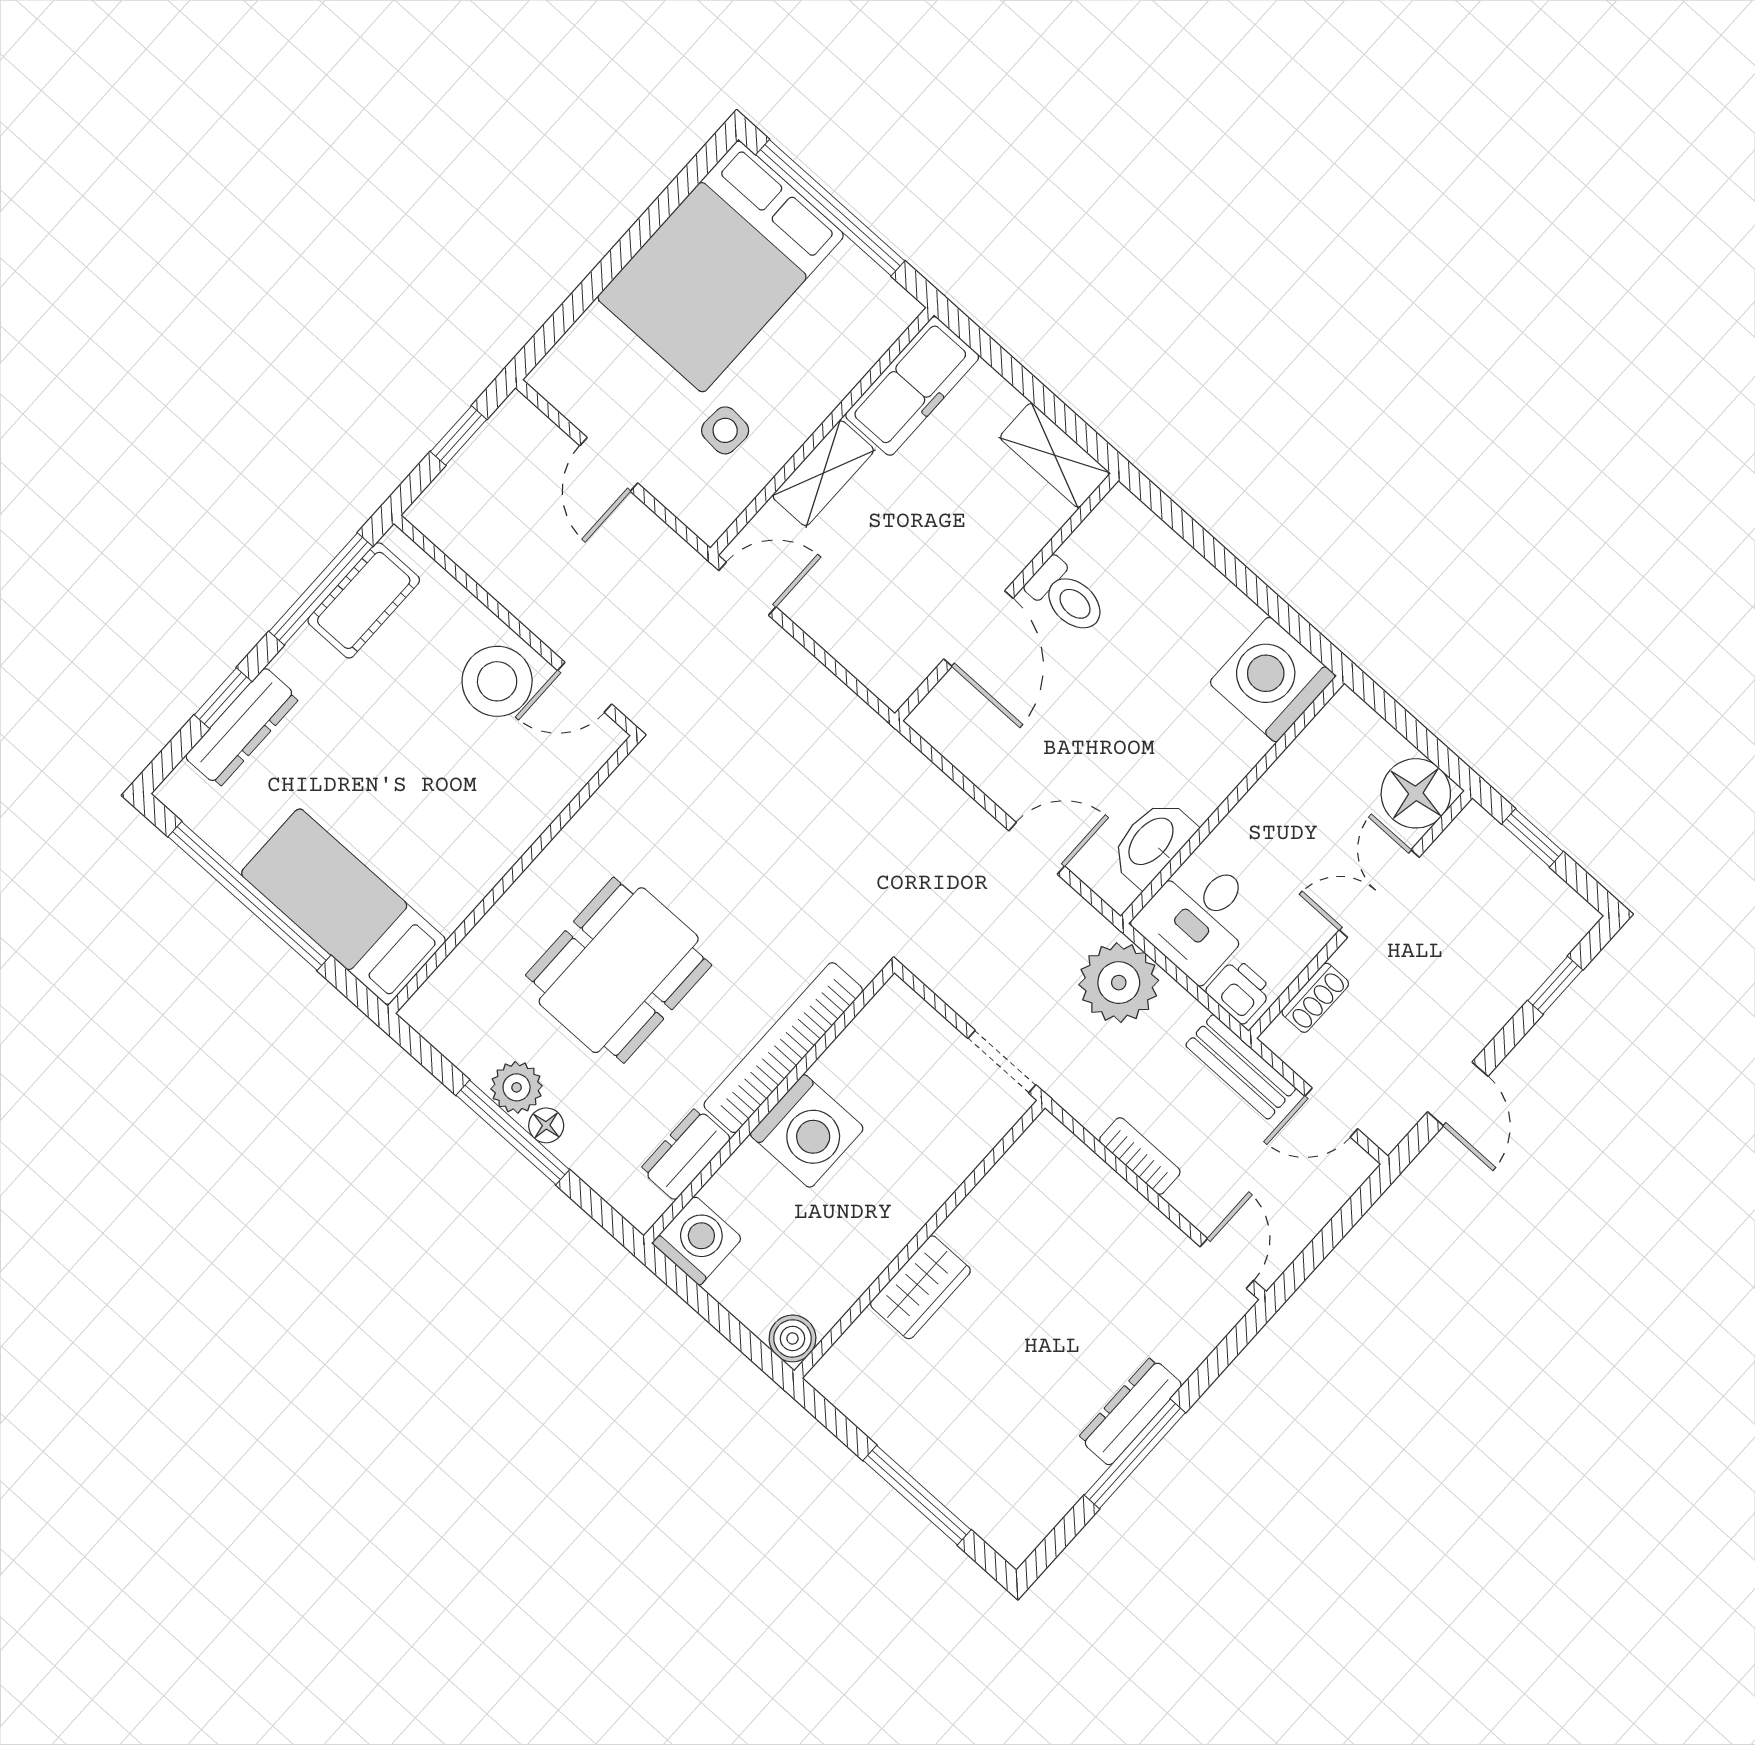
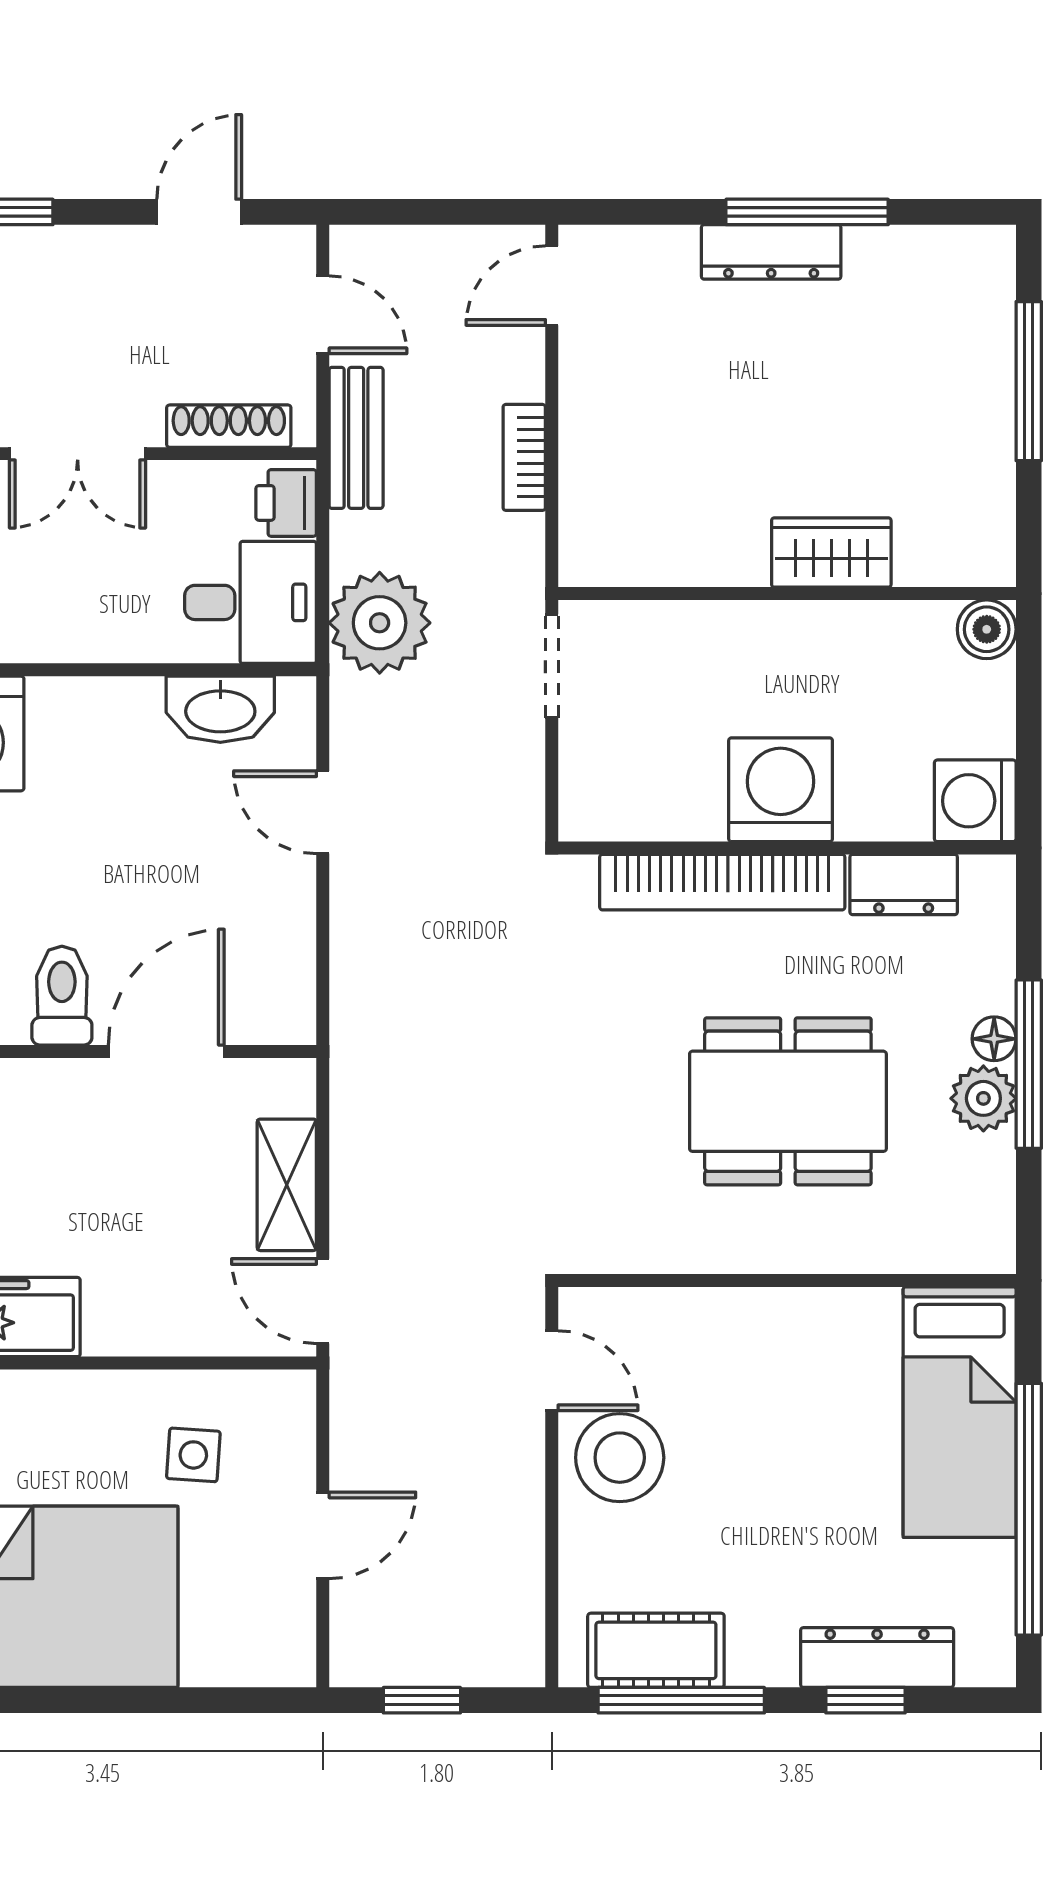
shelving: (823, 473) -> (287, 1185), moved, turned 90
shoe rack: (1315, 998) -> (229, 426), width x1.43

